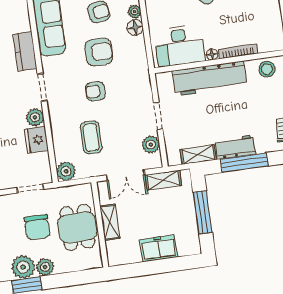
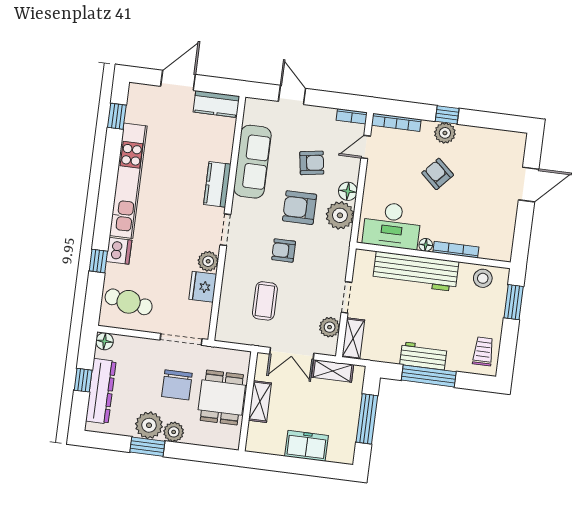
plant: (134, 12) -> (340, 215), moved, width x1.88, depth x1.88
armchair: (99, 52) -> (300, 208), turned 180
shelving: (198, 155) -> (353, 339), moved, turned 90
plant: (66, 171) -> (226, 331), removed
doorway: (30, 188) -> (181, 339), width x1.38

